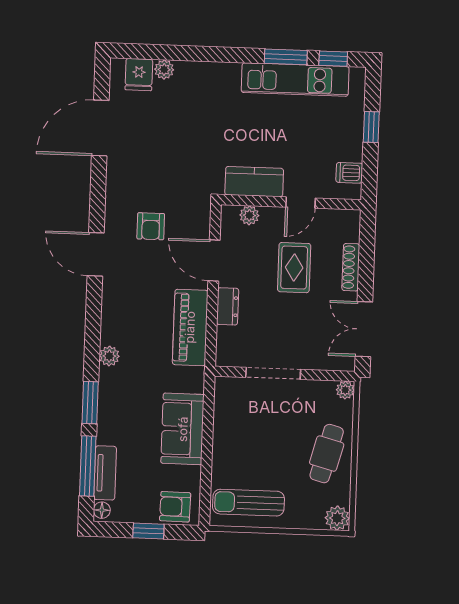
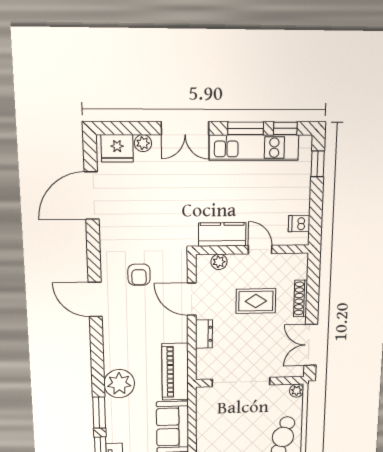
double door: (214, 54) -> (185, 128), added
fridge: (139, 75) -> (117, 148), width x1.38
window: (371, 127) -> (318, 164), moved
door: (301, 203) -> (260, 250), swing flipped
rug: (294, 268) -> (256, 301), turned 90
piano: (190, 327) -> (175, 372), moved
plant: (109, 356) -> (119, 384), width x1.87, depth x1.87
doorway: (273, 373) -> (241, 382), width x1.36

